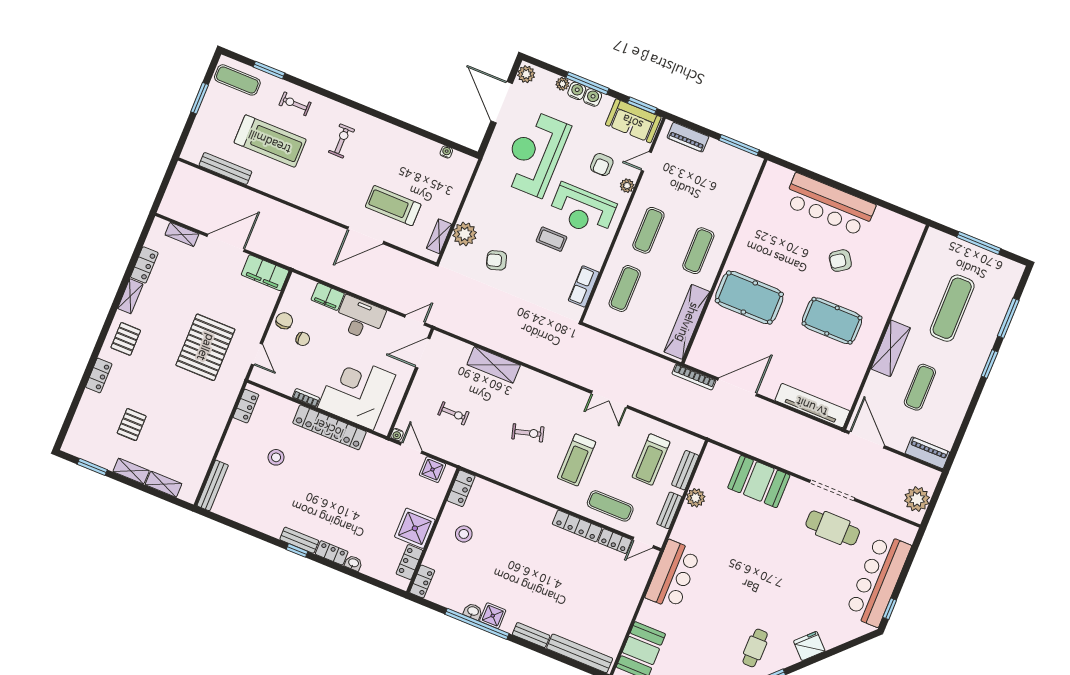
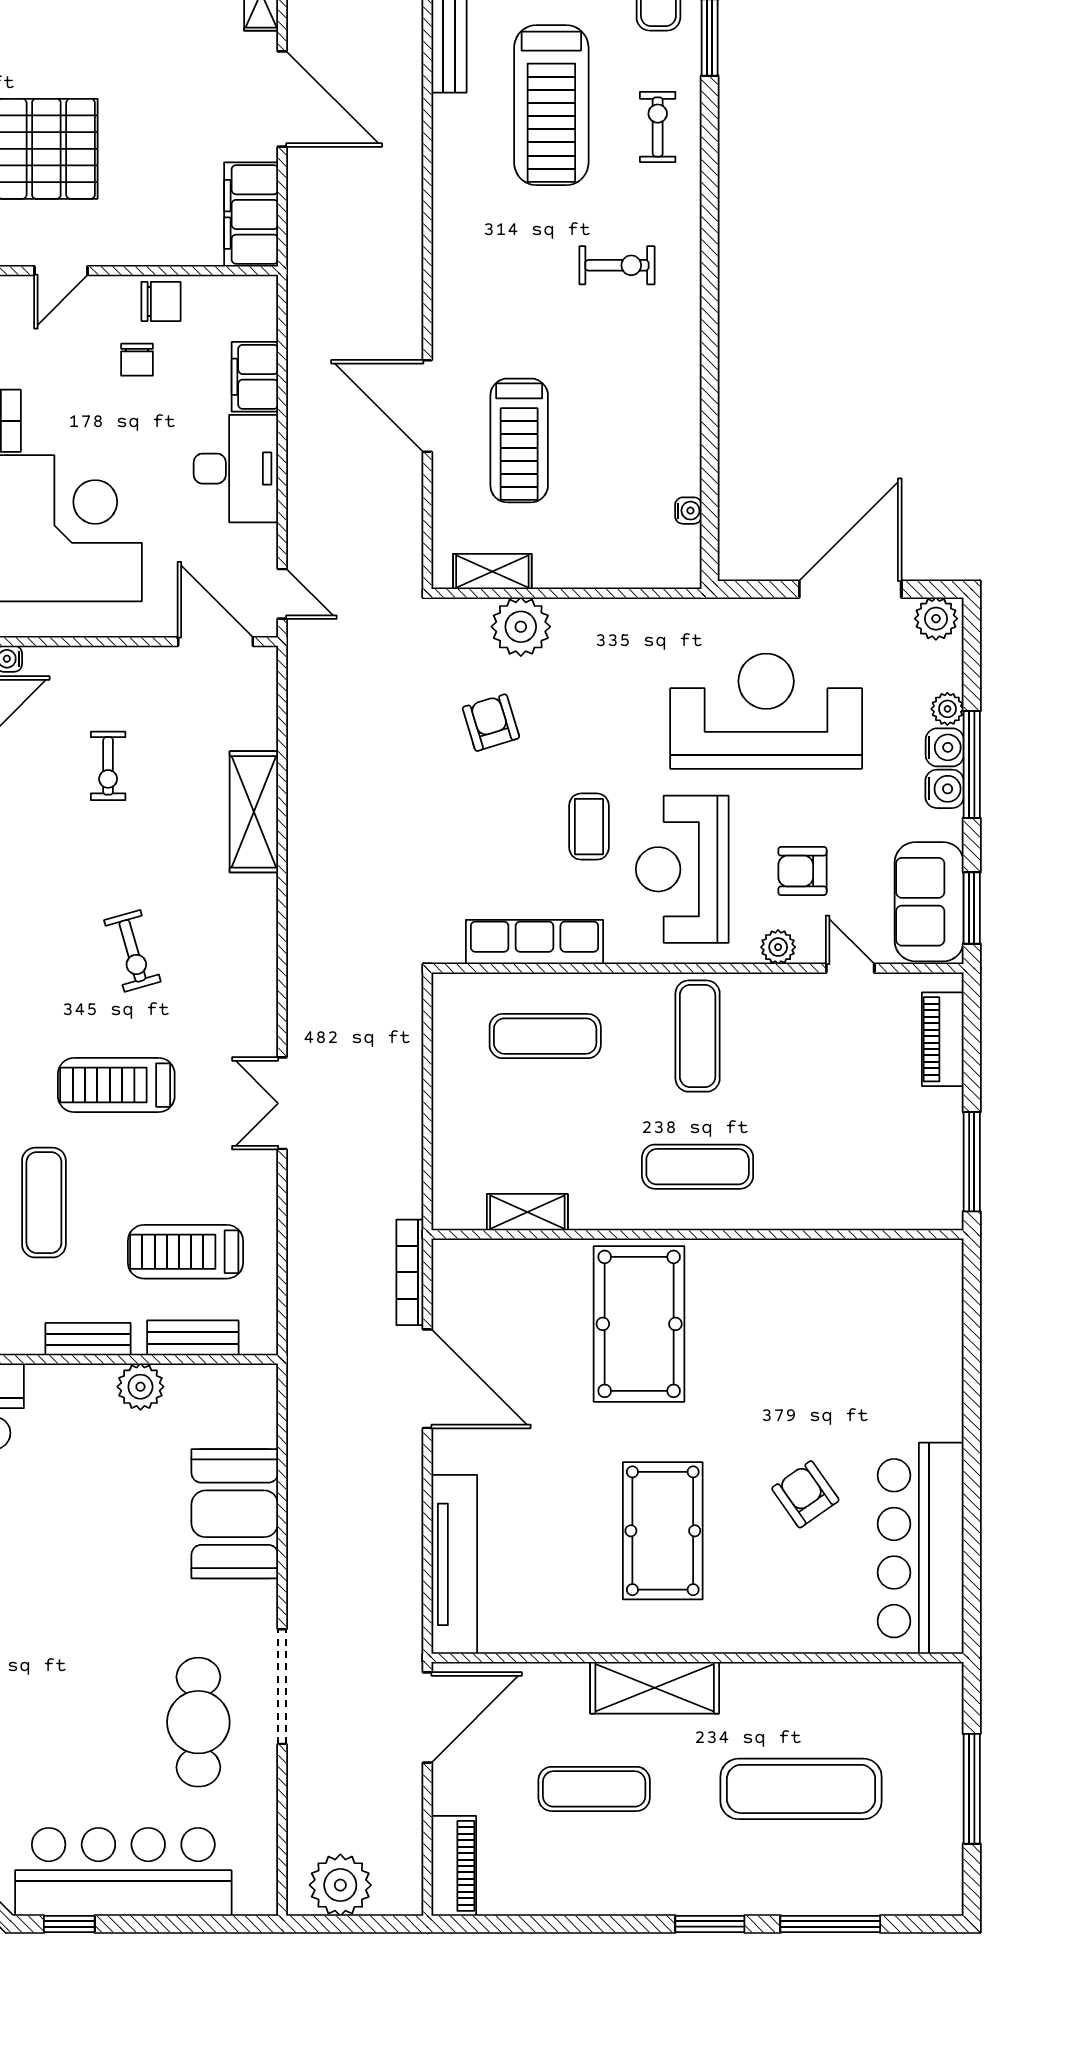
bar counter: (829, 205) -> (921, 1548), moved
treadmill: (393, 206) -> (519, 440), turned 180
exercise mat: (648, 230) -> (698, 1036), turned 90
row of seats: (584, 286) -> (534, 942), width x1.48
shelving: (687, 322) -> (527, 1212), width x0.45, depth x0.75

